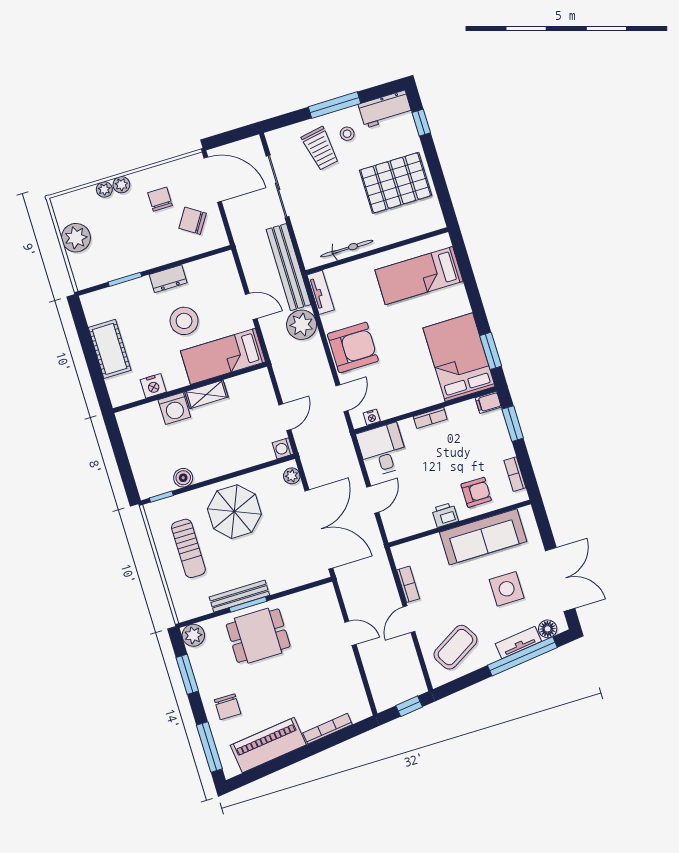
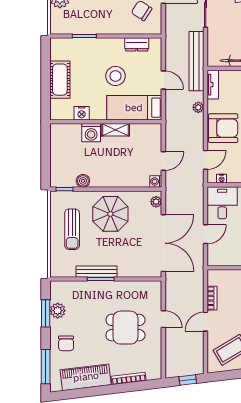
dresser: (168, 279) -> (137, 44), moved
plant: (302, 325) -> (198, 107), width x0.53, depth x0.53
plant: (193, 635) -> (58, 311), moved
dining table: (258, 636) -> (125, 328), moved

